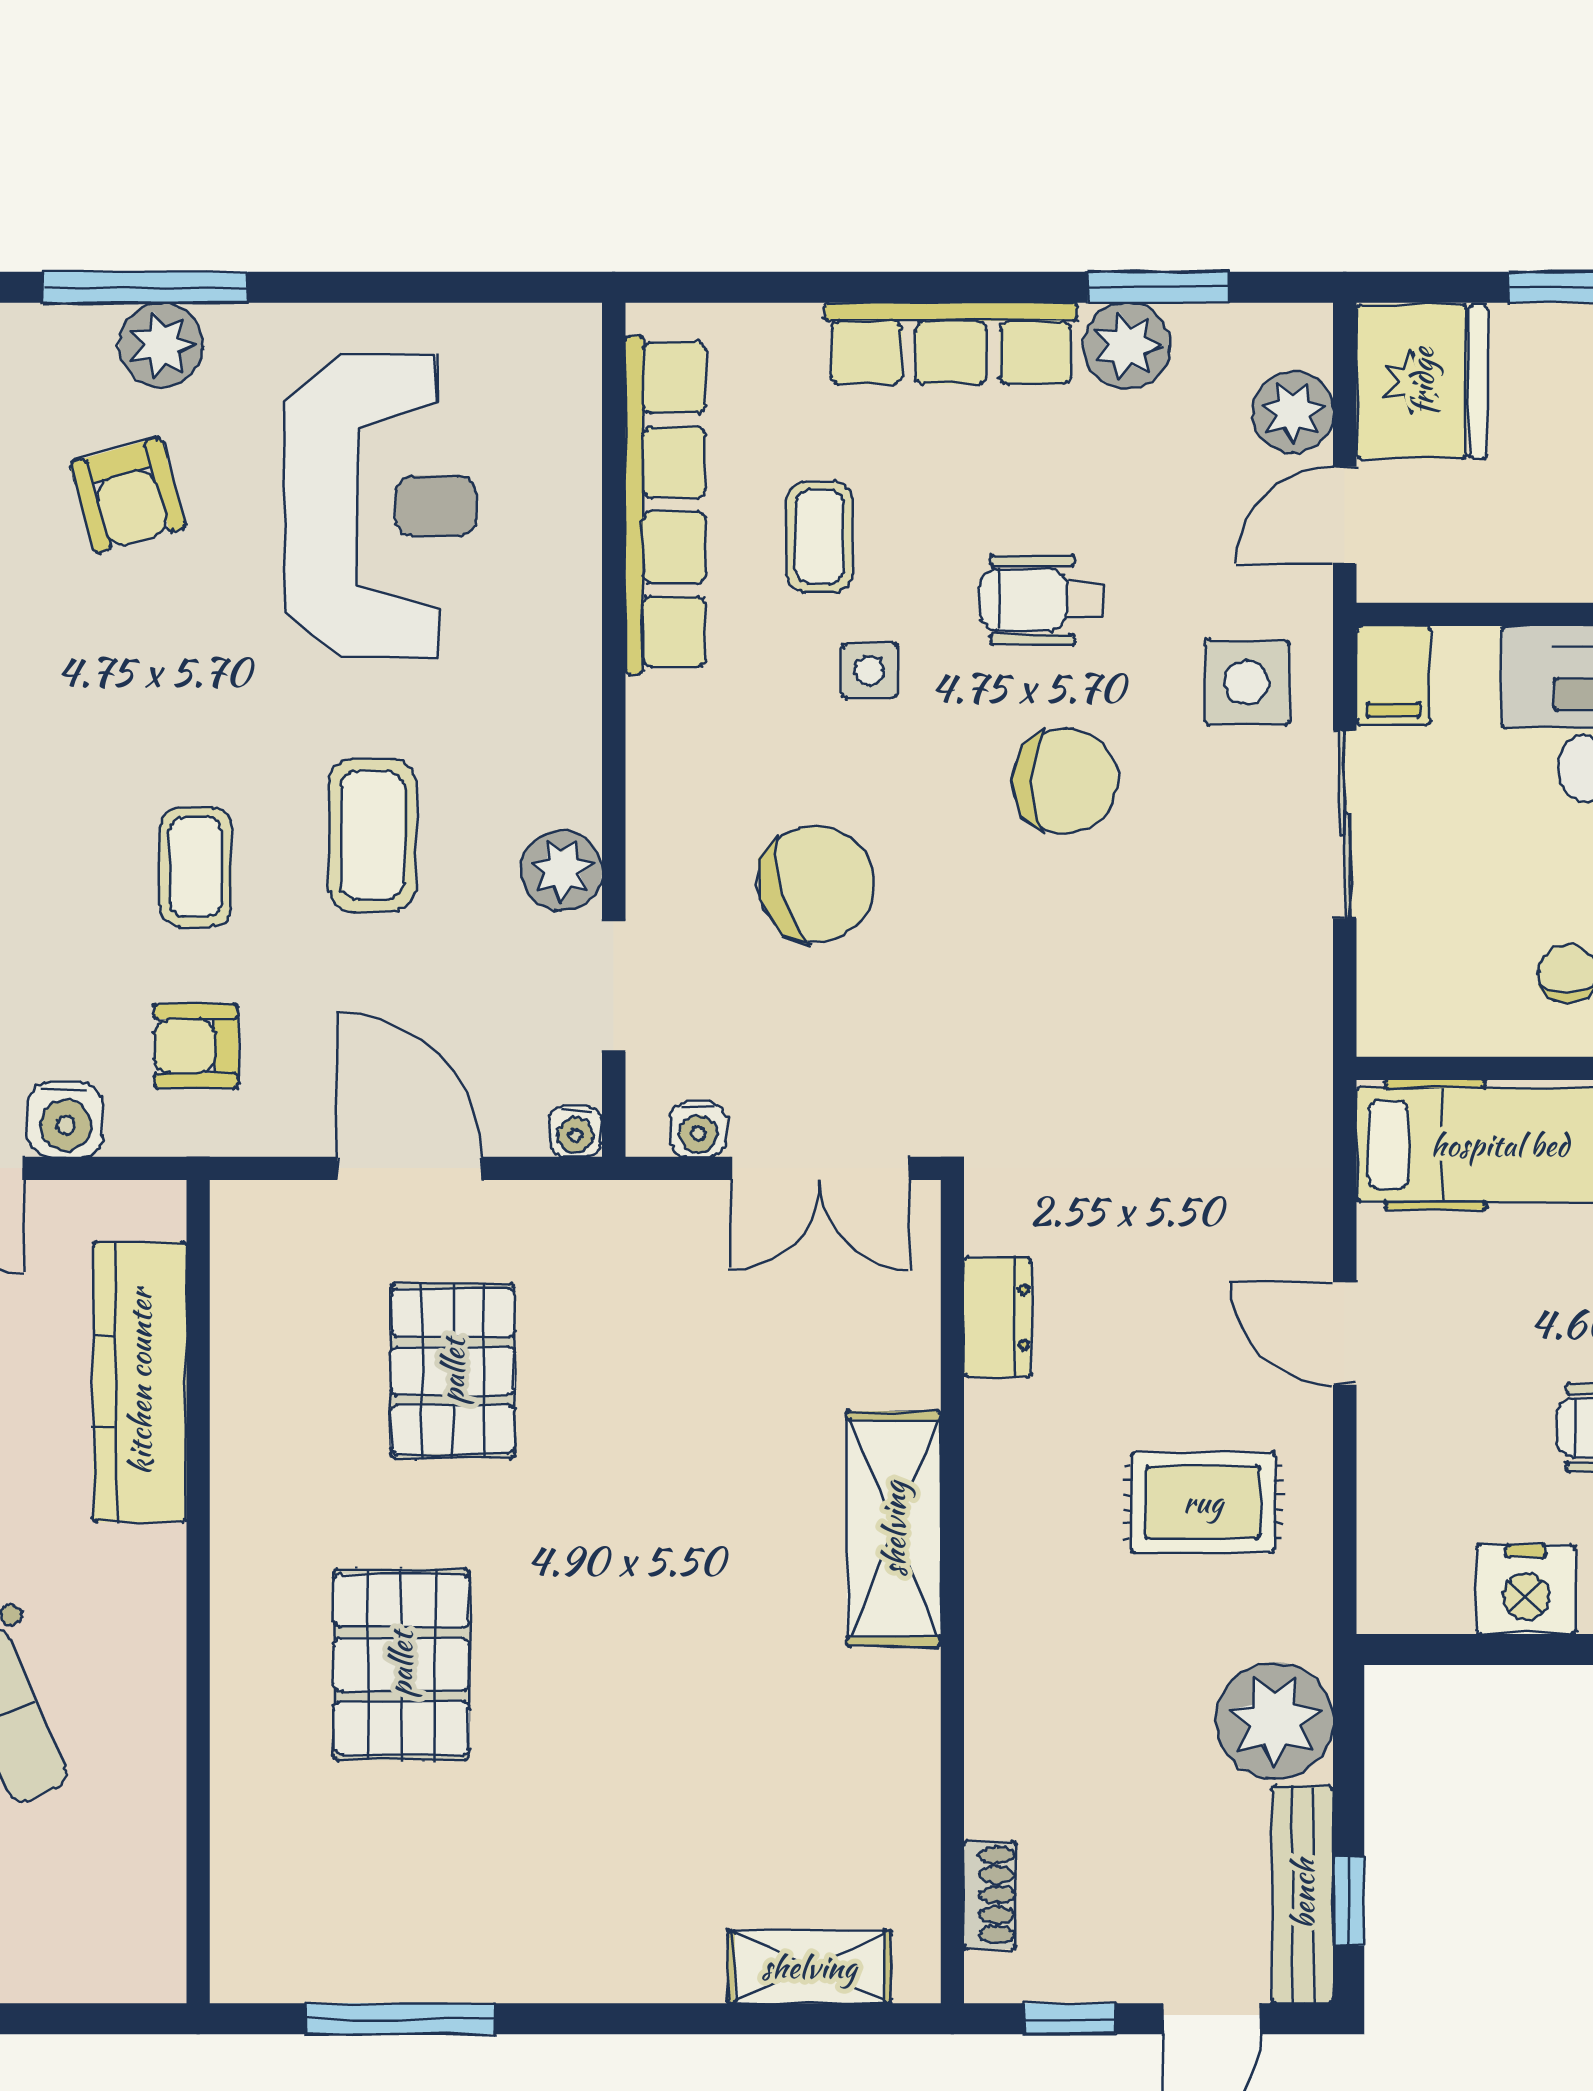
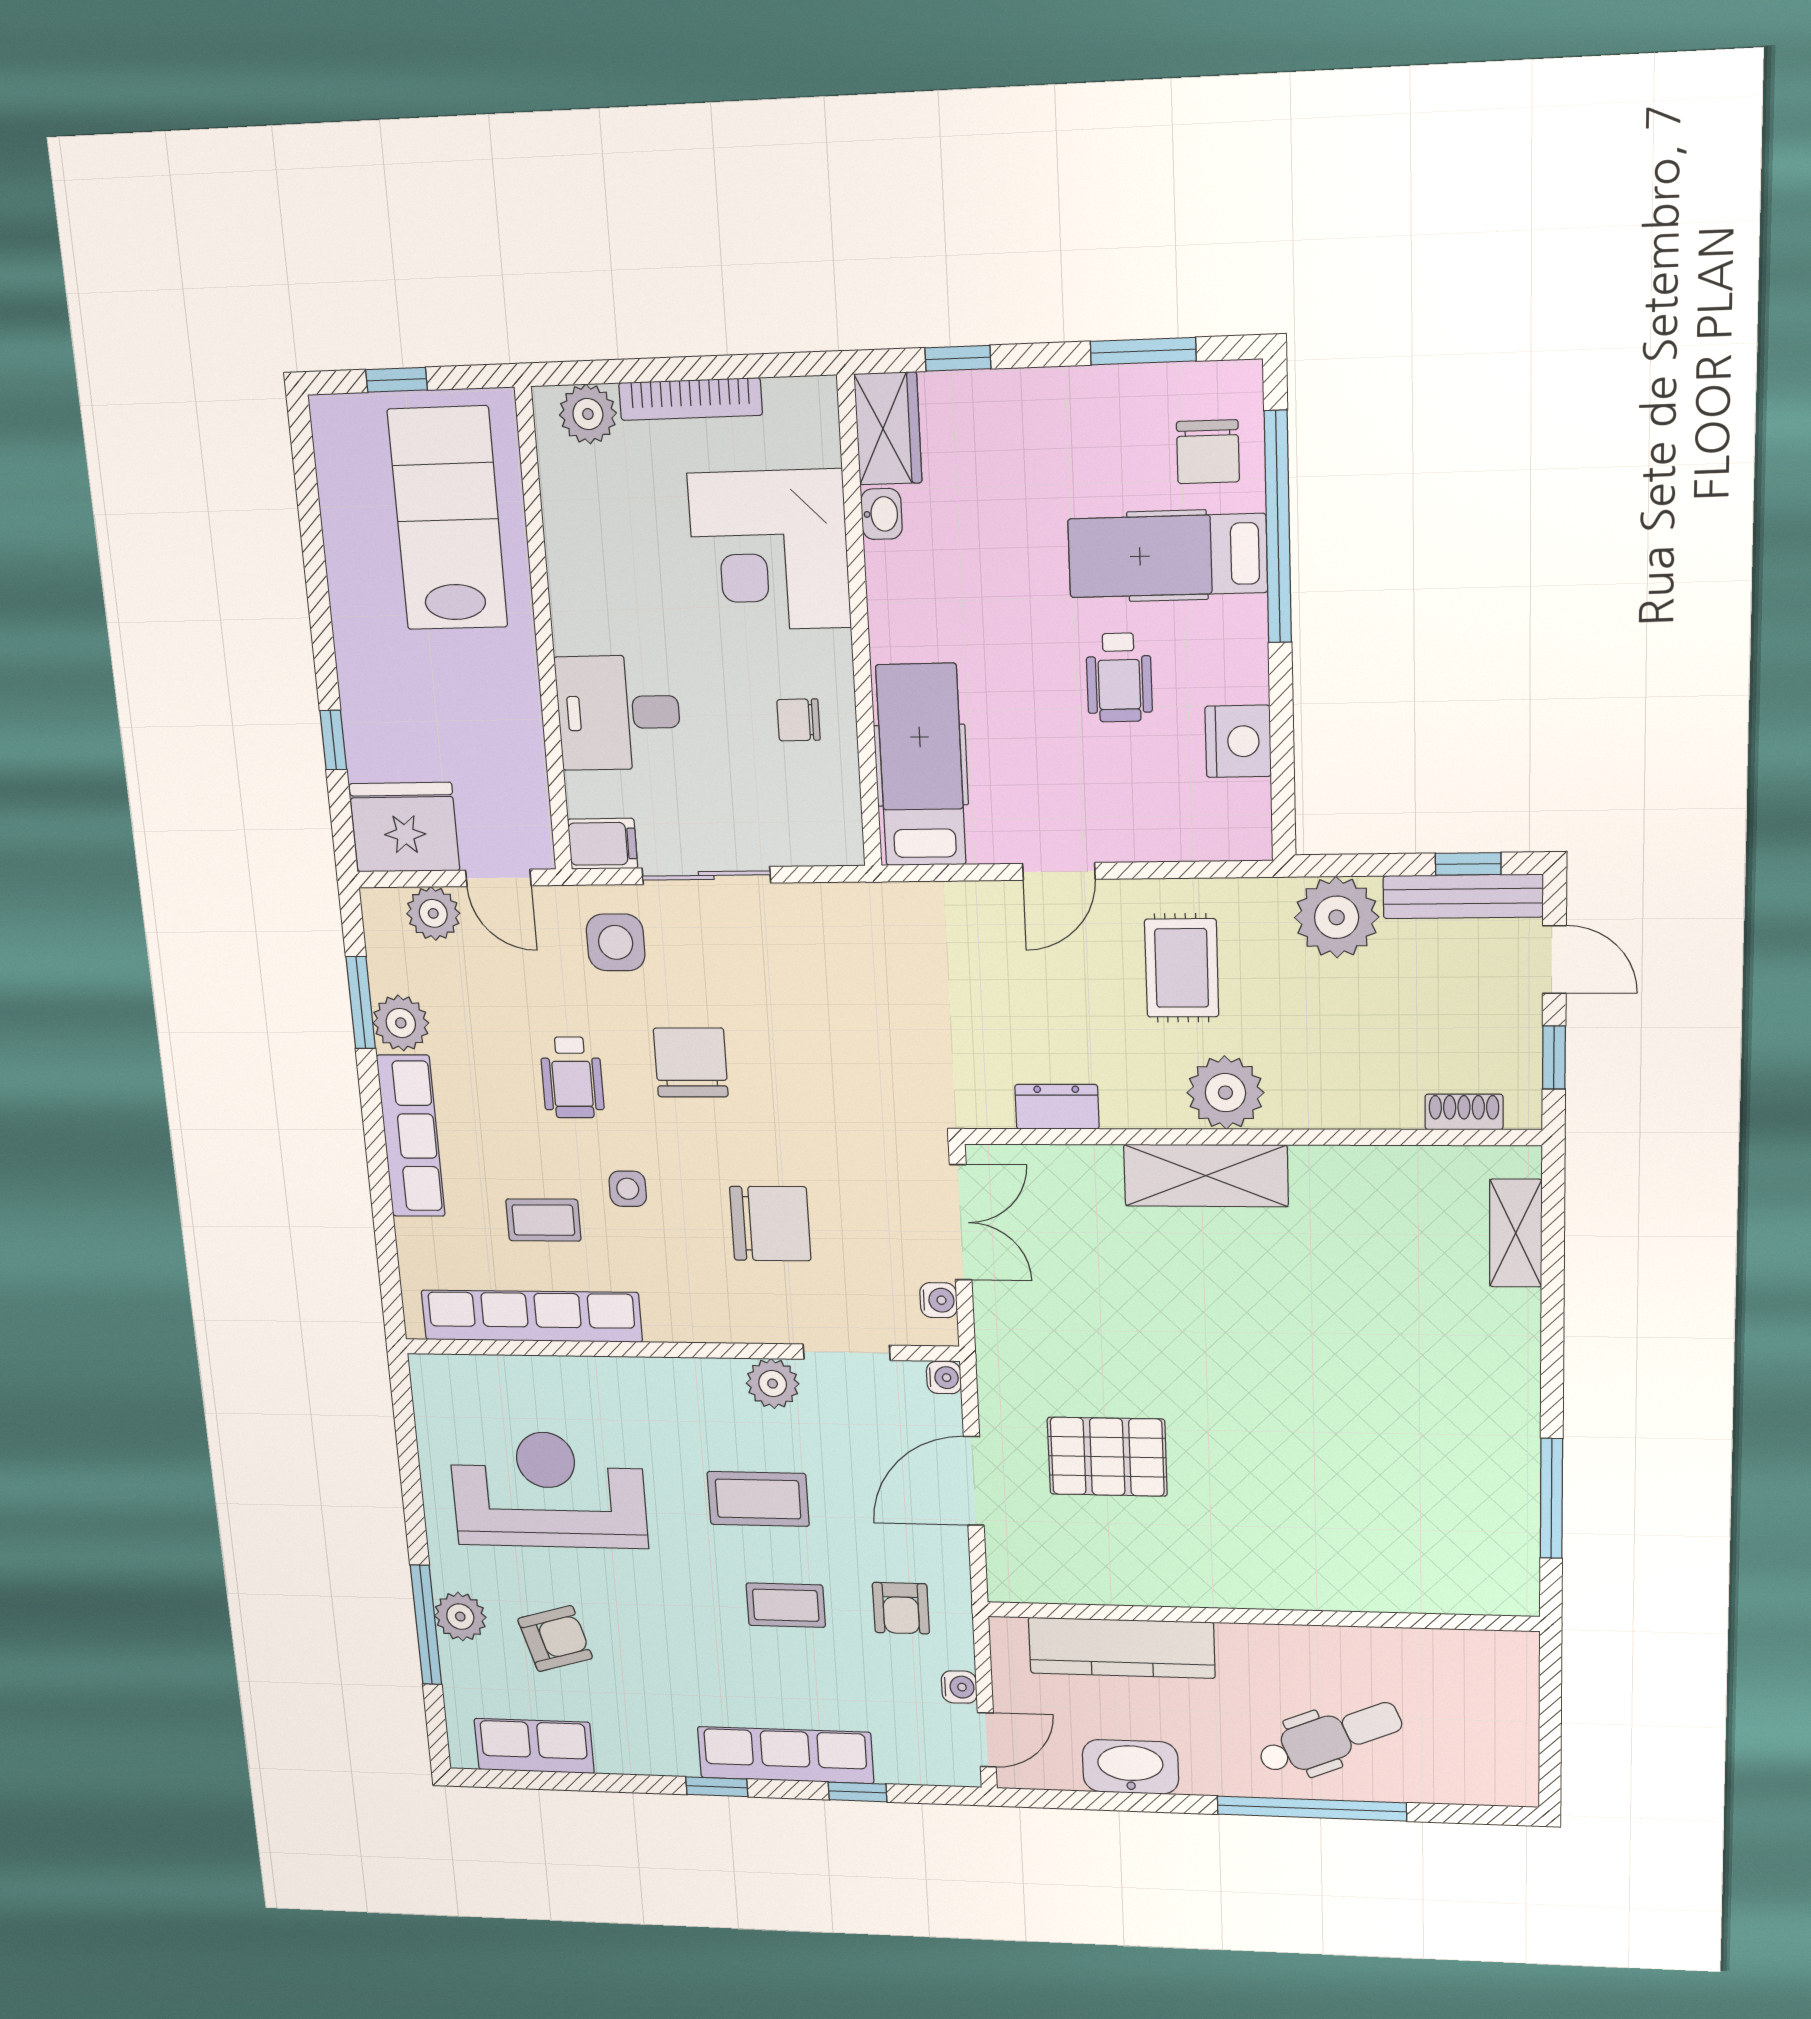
chair: (816, 883) -> (770, 1224), turned 107
water cooler: (66, 1119) -> (959, 1687), width x0.72, depth x0.72
plant: (1019, 1560) -> (1225, 1093), added
pallet: (401, 1664) -> (1307, 1493), removed

